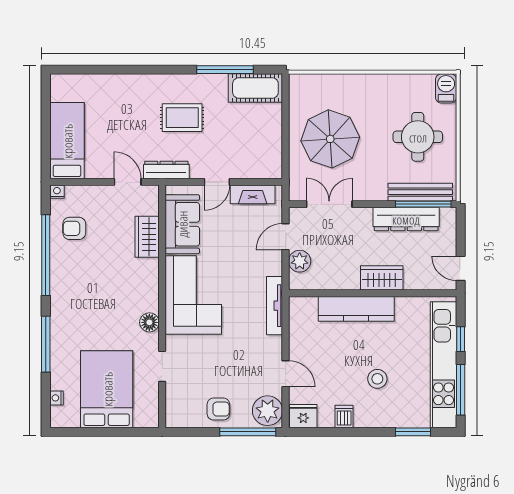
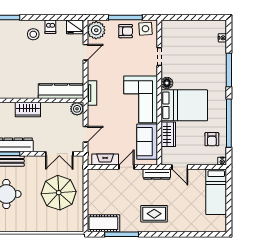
rug: (182, 118) -> (154, 214), moved
armchair: (74, 228) -> (212, 139), turned 90
plant: (300, 261) -> (77, 109), moved
tv unit: (275, 306) -> (92, 93), width x0.71
kitchen counter: (356, 309) -> (61, 91), moved
door: (286, 374) -> (85, 52), swing flipped
stool: (377, 379) -> (33, 34), moved
bed: (107, 389) -> (184, 105), moved, turned -90
armchair: (218, 409) -> (126, 31), turned 180
side table: (185, 413) -> (145, 29), added
window: (248, 432) -> (125, 17), moved

